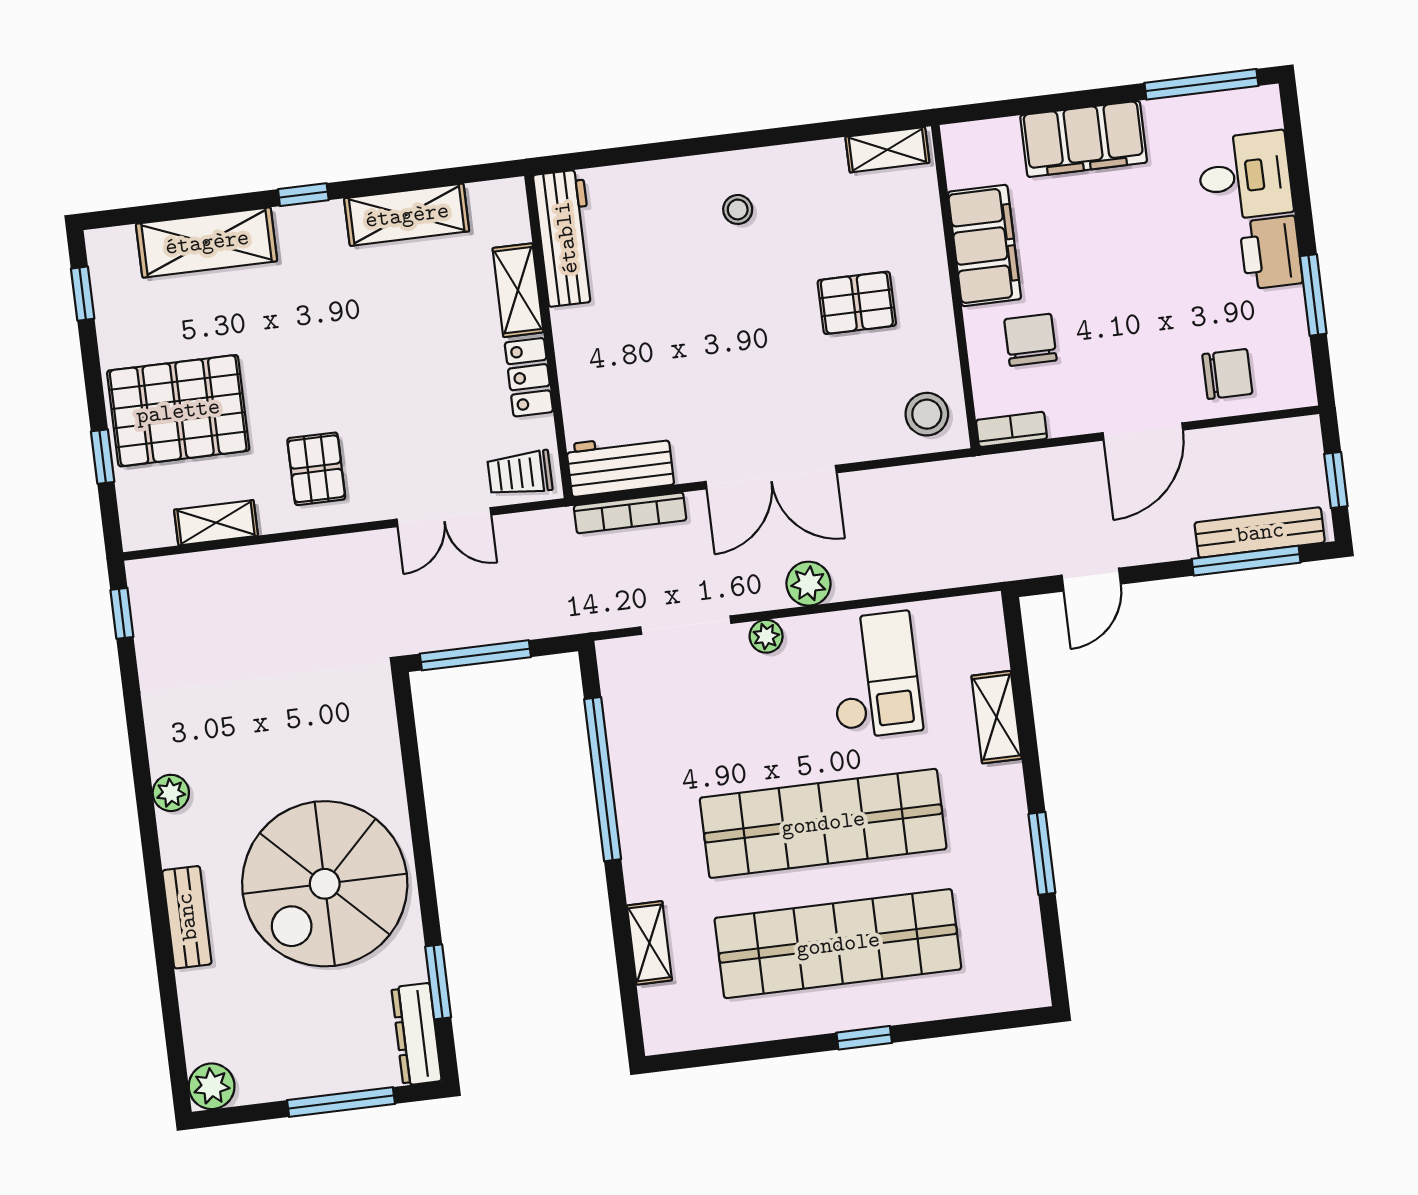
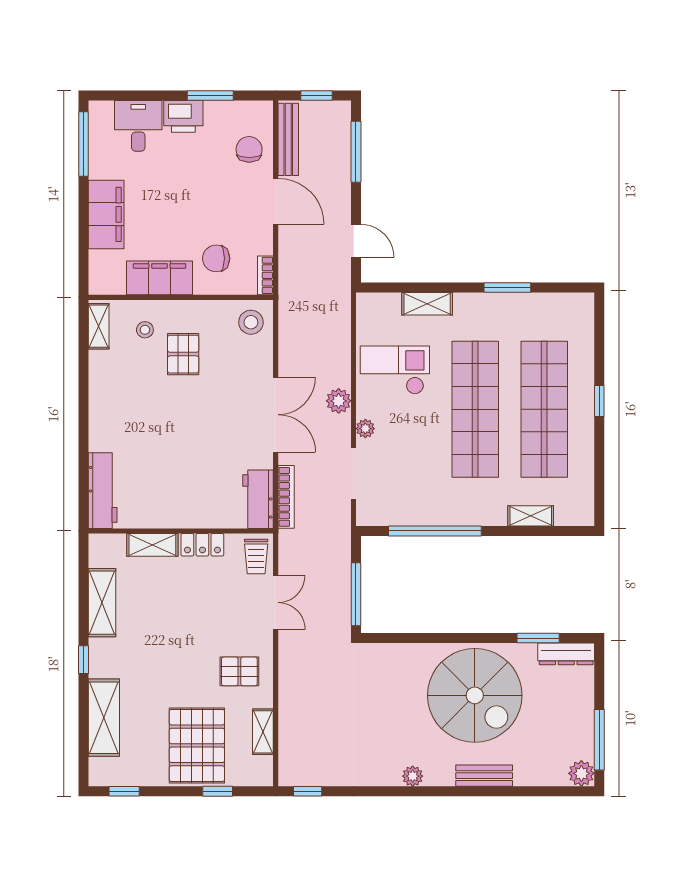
stool: (738, 209) -> (145, 330), moved
workbench: (566, 238) -> (103, 491), moved, turned 90
bench: (1260, 532) -> (288, 139), moved
window: (341, 1102) -> (599, 740), moved

